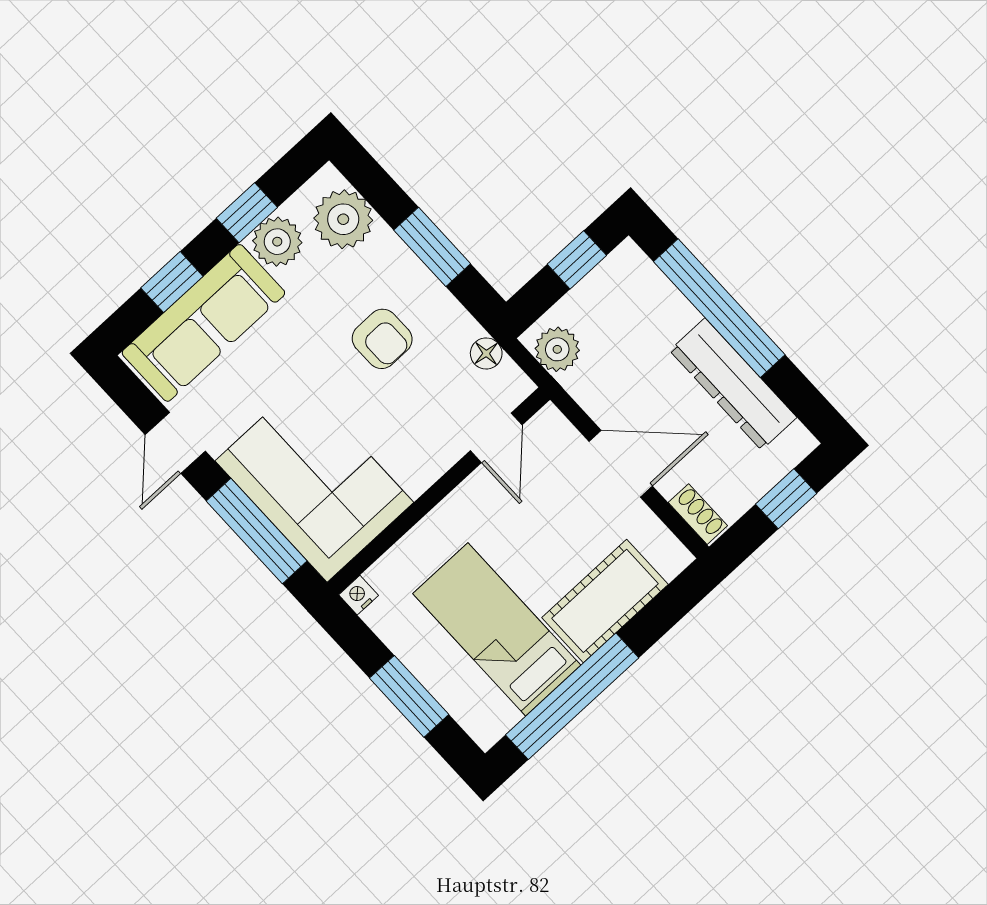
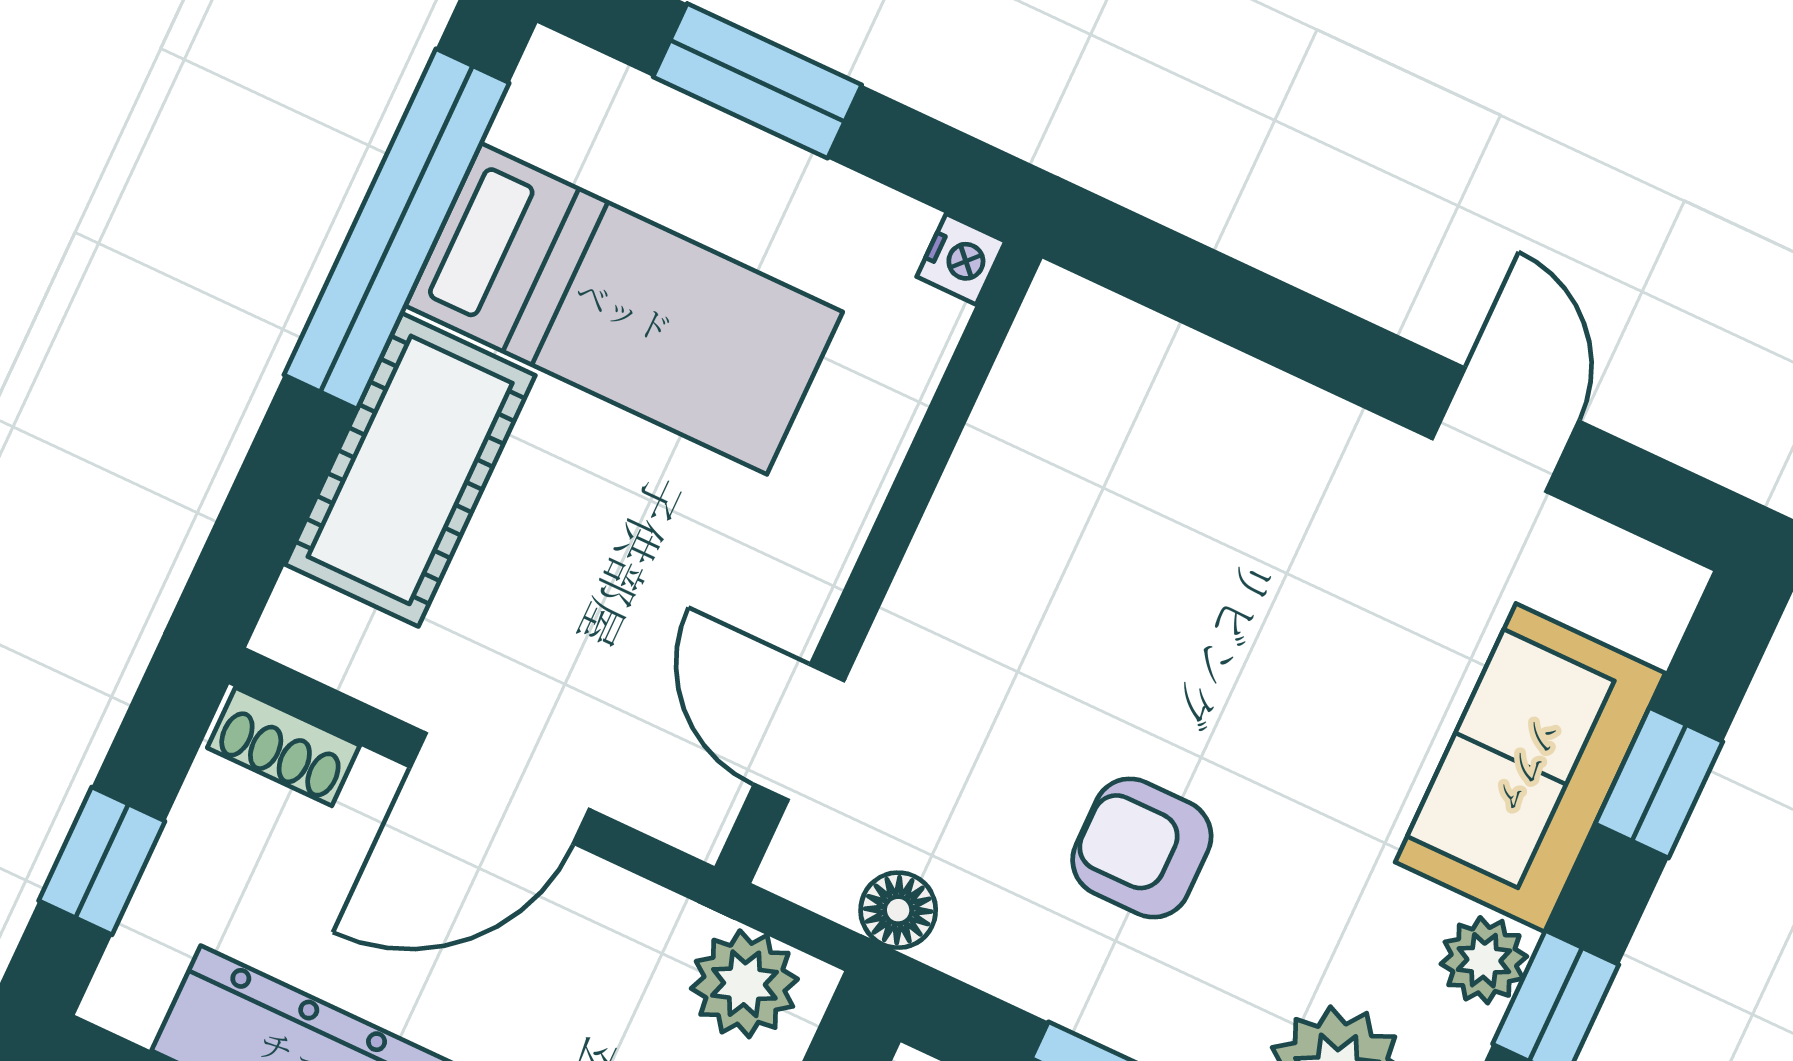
plant: (277, 242) -> (1484, 960), width x0.73, depth x0.73
sofa: (203, 323) -> (1530, 768), width x0.73
corner sofa: (314, 482) -> (1162, 470), removed
window: (257, 531) -> (1245, 308), removed

